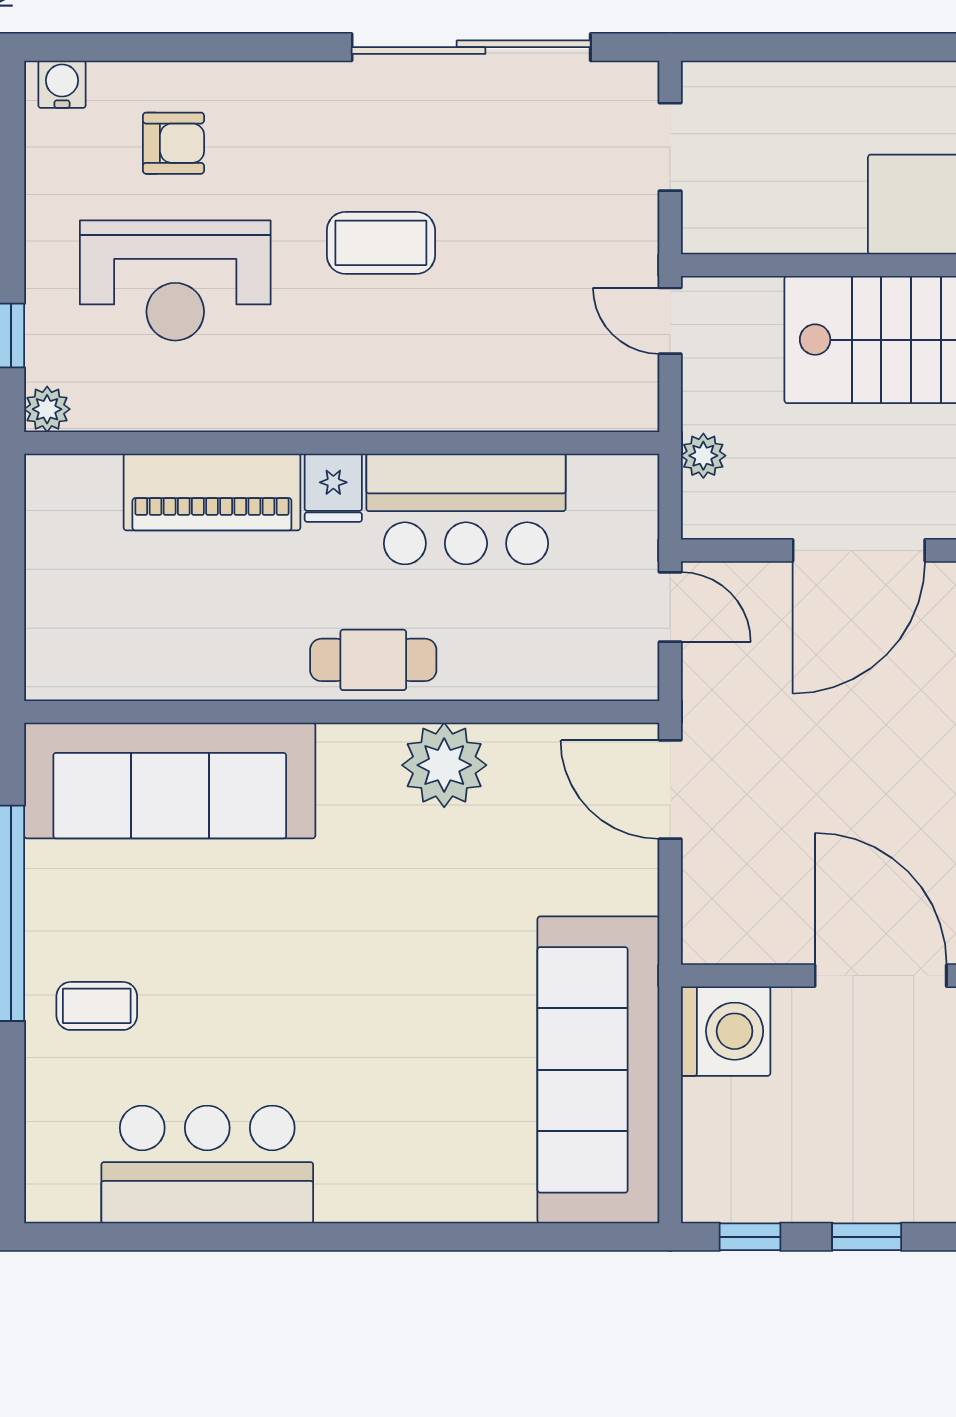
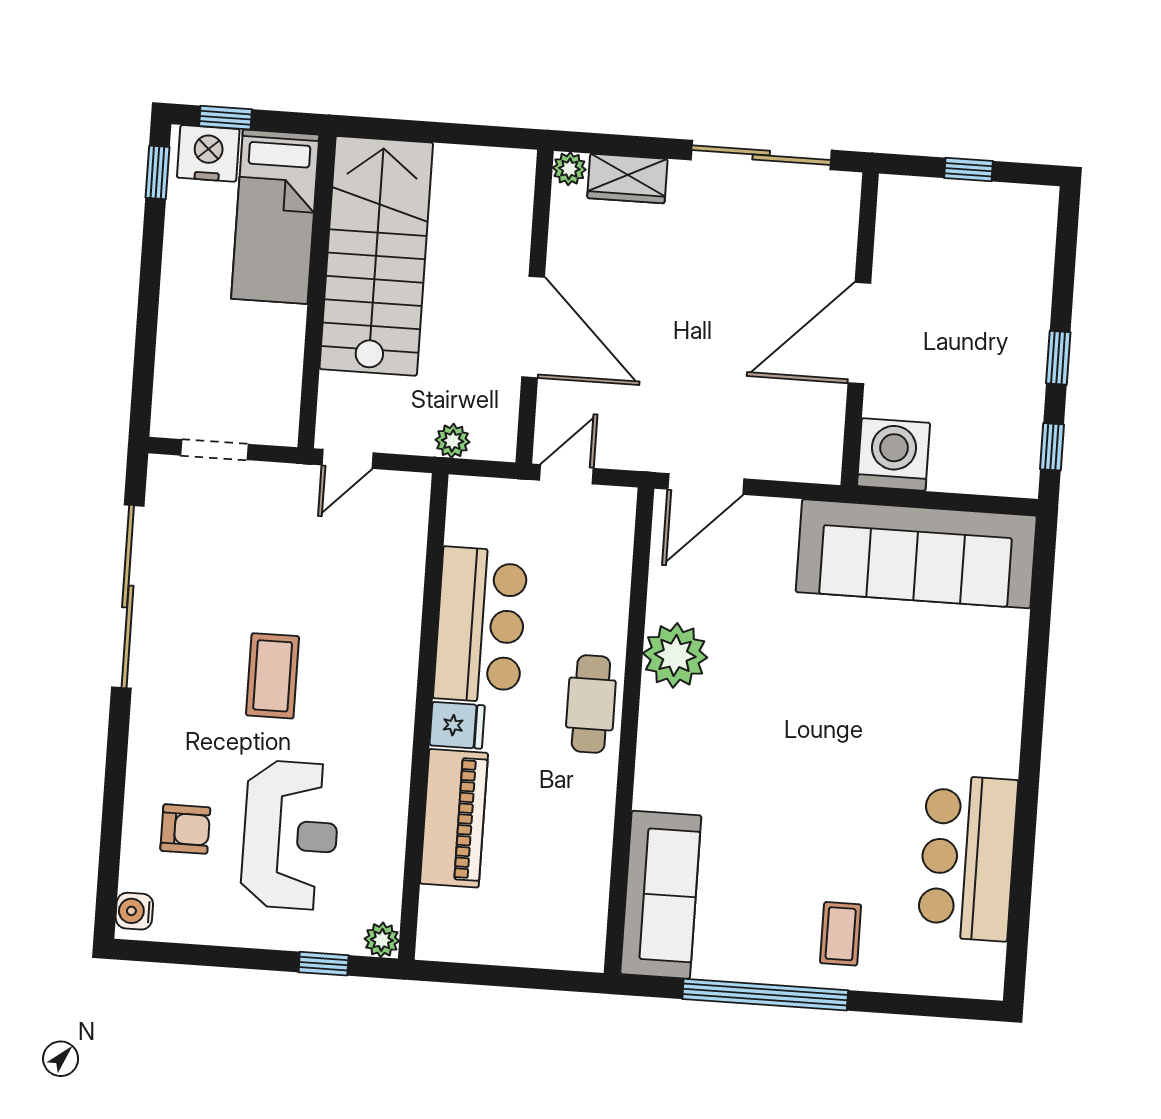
armchair: (173, 143) -> (185, 829), turned 90
sofa: (170, 781) -> (661, 895), width x0.74, depth x0.79

